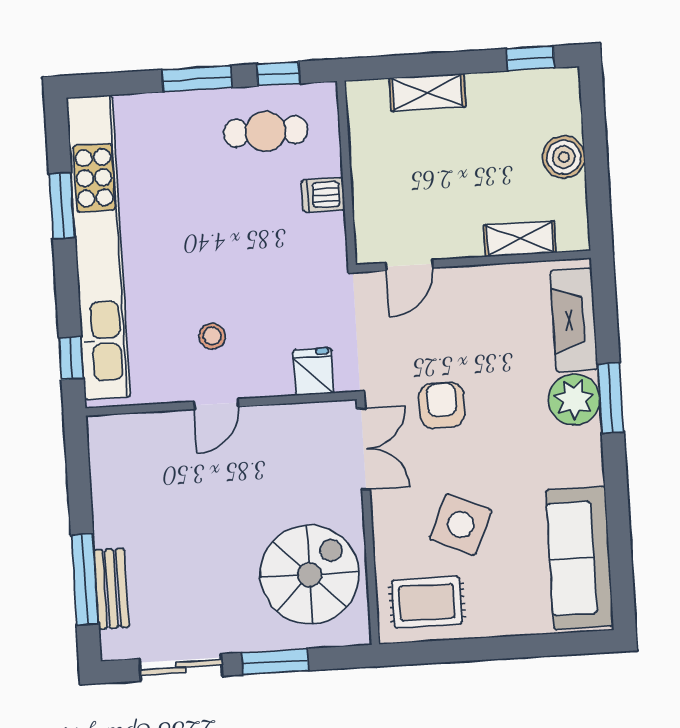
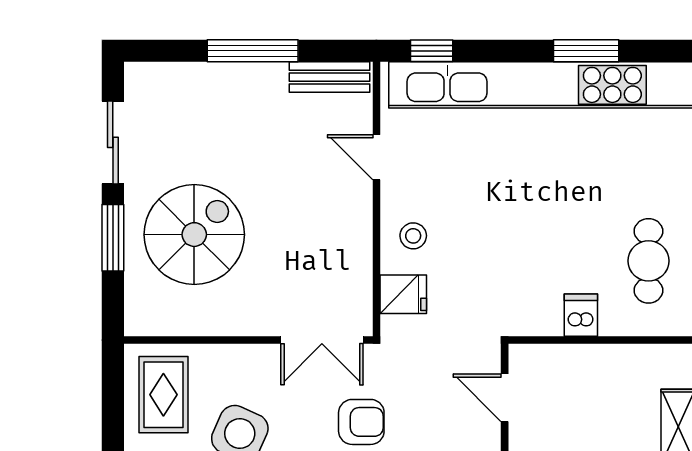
stool: (212, 336) -> (413, 236), moved
door: (216, 404) -> (376, 157), moved
spiral stairs: (310, 575) -> (194, 235), moved, turned -90
window: (85, 579) -> (253, 51), moved
bench: (111, 589) -> (330, 77), moved

